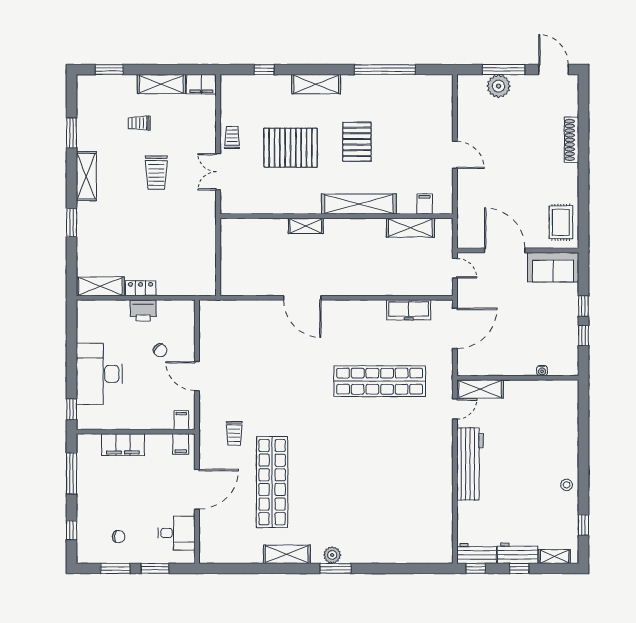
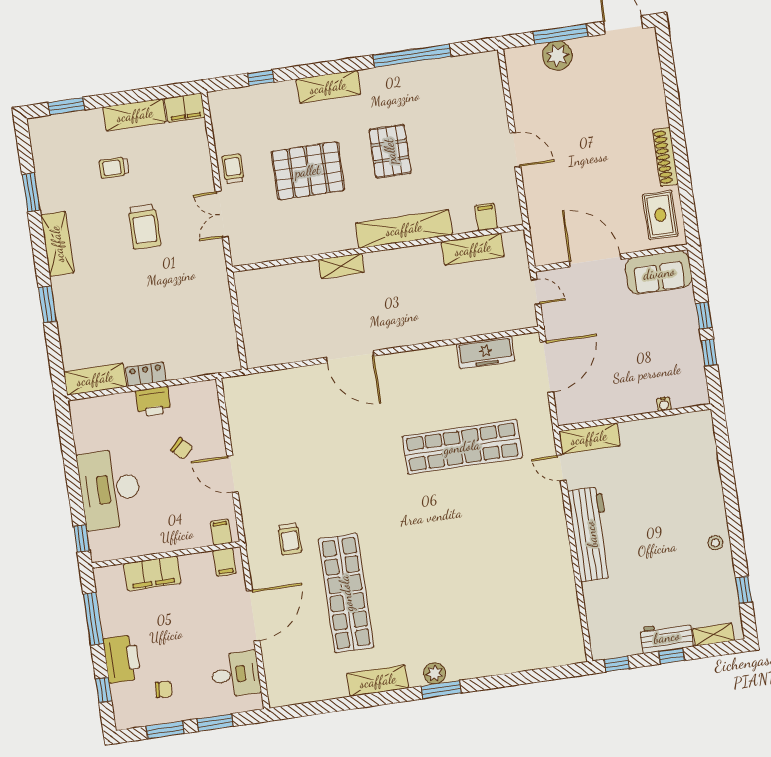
shoe rack: (572, 140) -> (665, 157), moved
door: (455, 409) -> (562, 468), swing flipped
printer: (89, 508) -> (122, 659), added
workbench: (477, 553) -> (615, 645), removed

